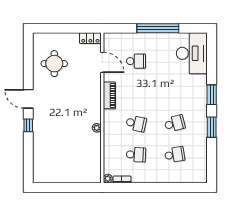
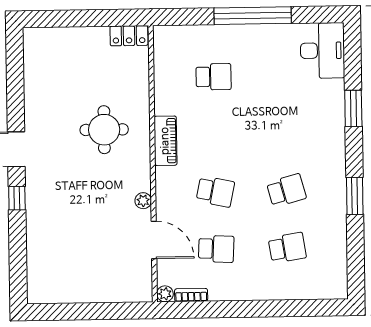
desk: (192, 53) -> (322, 51), width x0.73, depth x0.77
door: (102, 62) -> (154, 240), moved
round table: (54, 64) -> (104, 130), moved
window: (212, 95) -> (353, 108), moved

